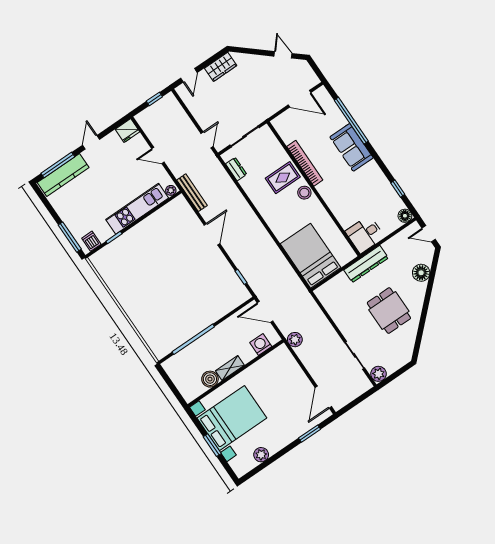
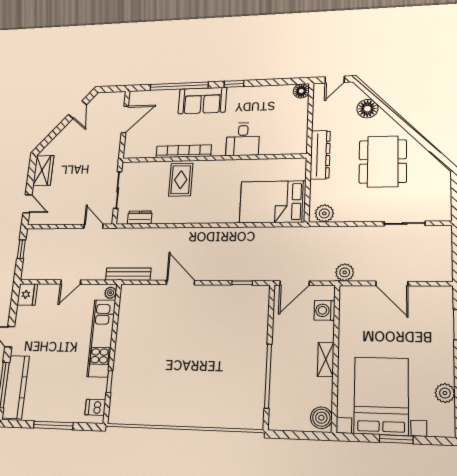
door: (283, 55) -> (77, 110), swing flipped
window: (398, 189) -> (234, 84), moved
stool: (304, 193) -> (210, 169), removed
desk: (365, 234) -> (243, 139), moved
window: (70, 237) -> (53, 425), moved
dining table: (389, 311) -> (383, 161), width x1.38
plant: (379, 374) -> (324, 213), moved
boiler: (210, 379) -> (321, 418), moved
door: (323, 397) -> (392, 284), moved

